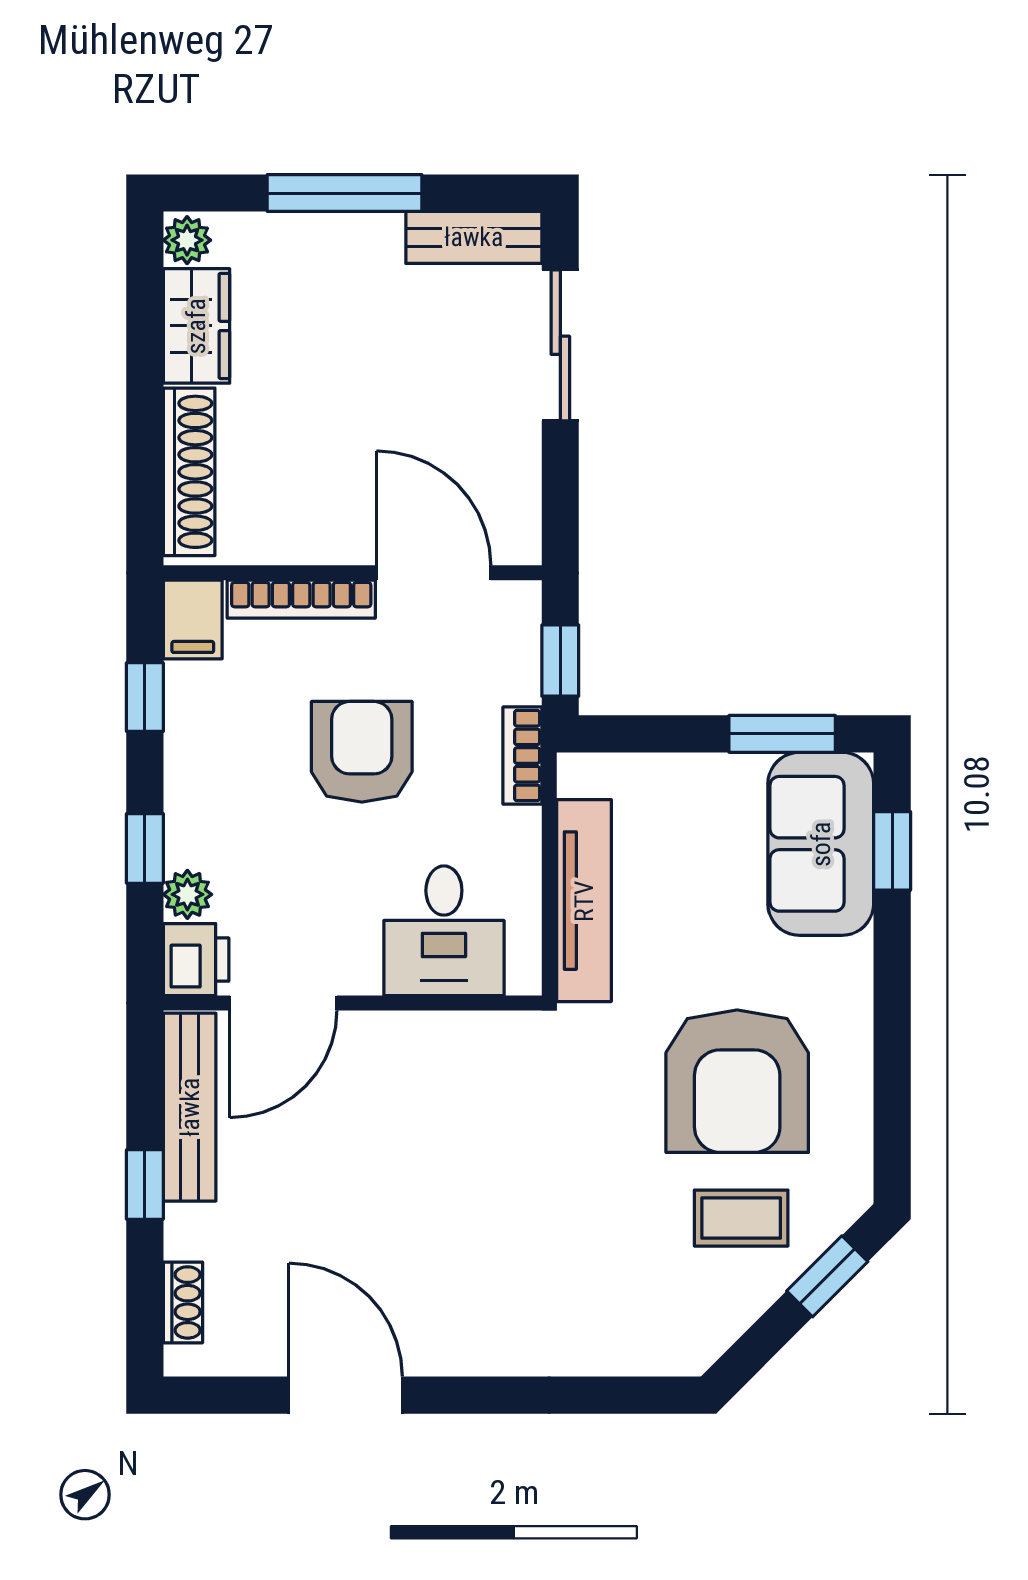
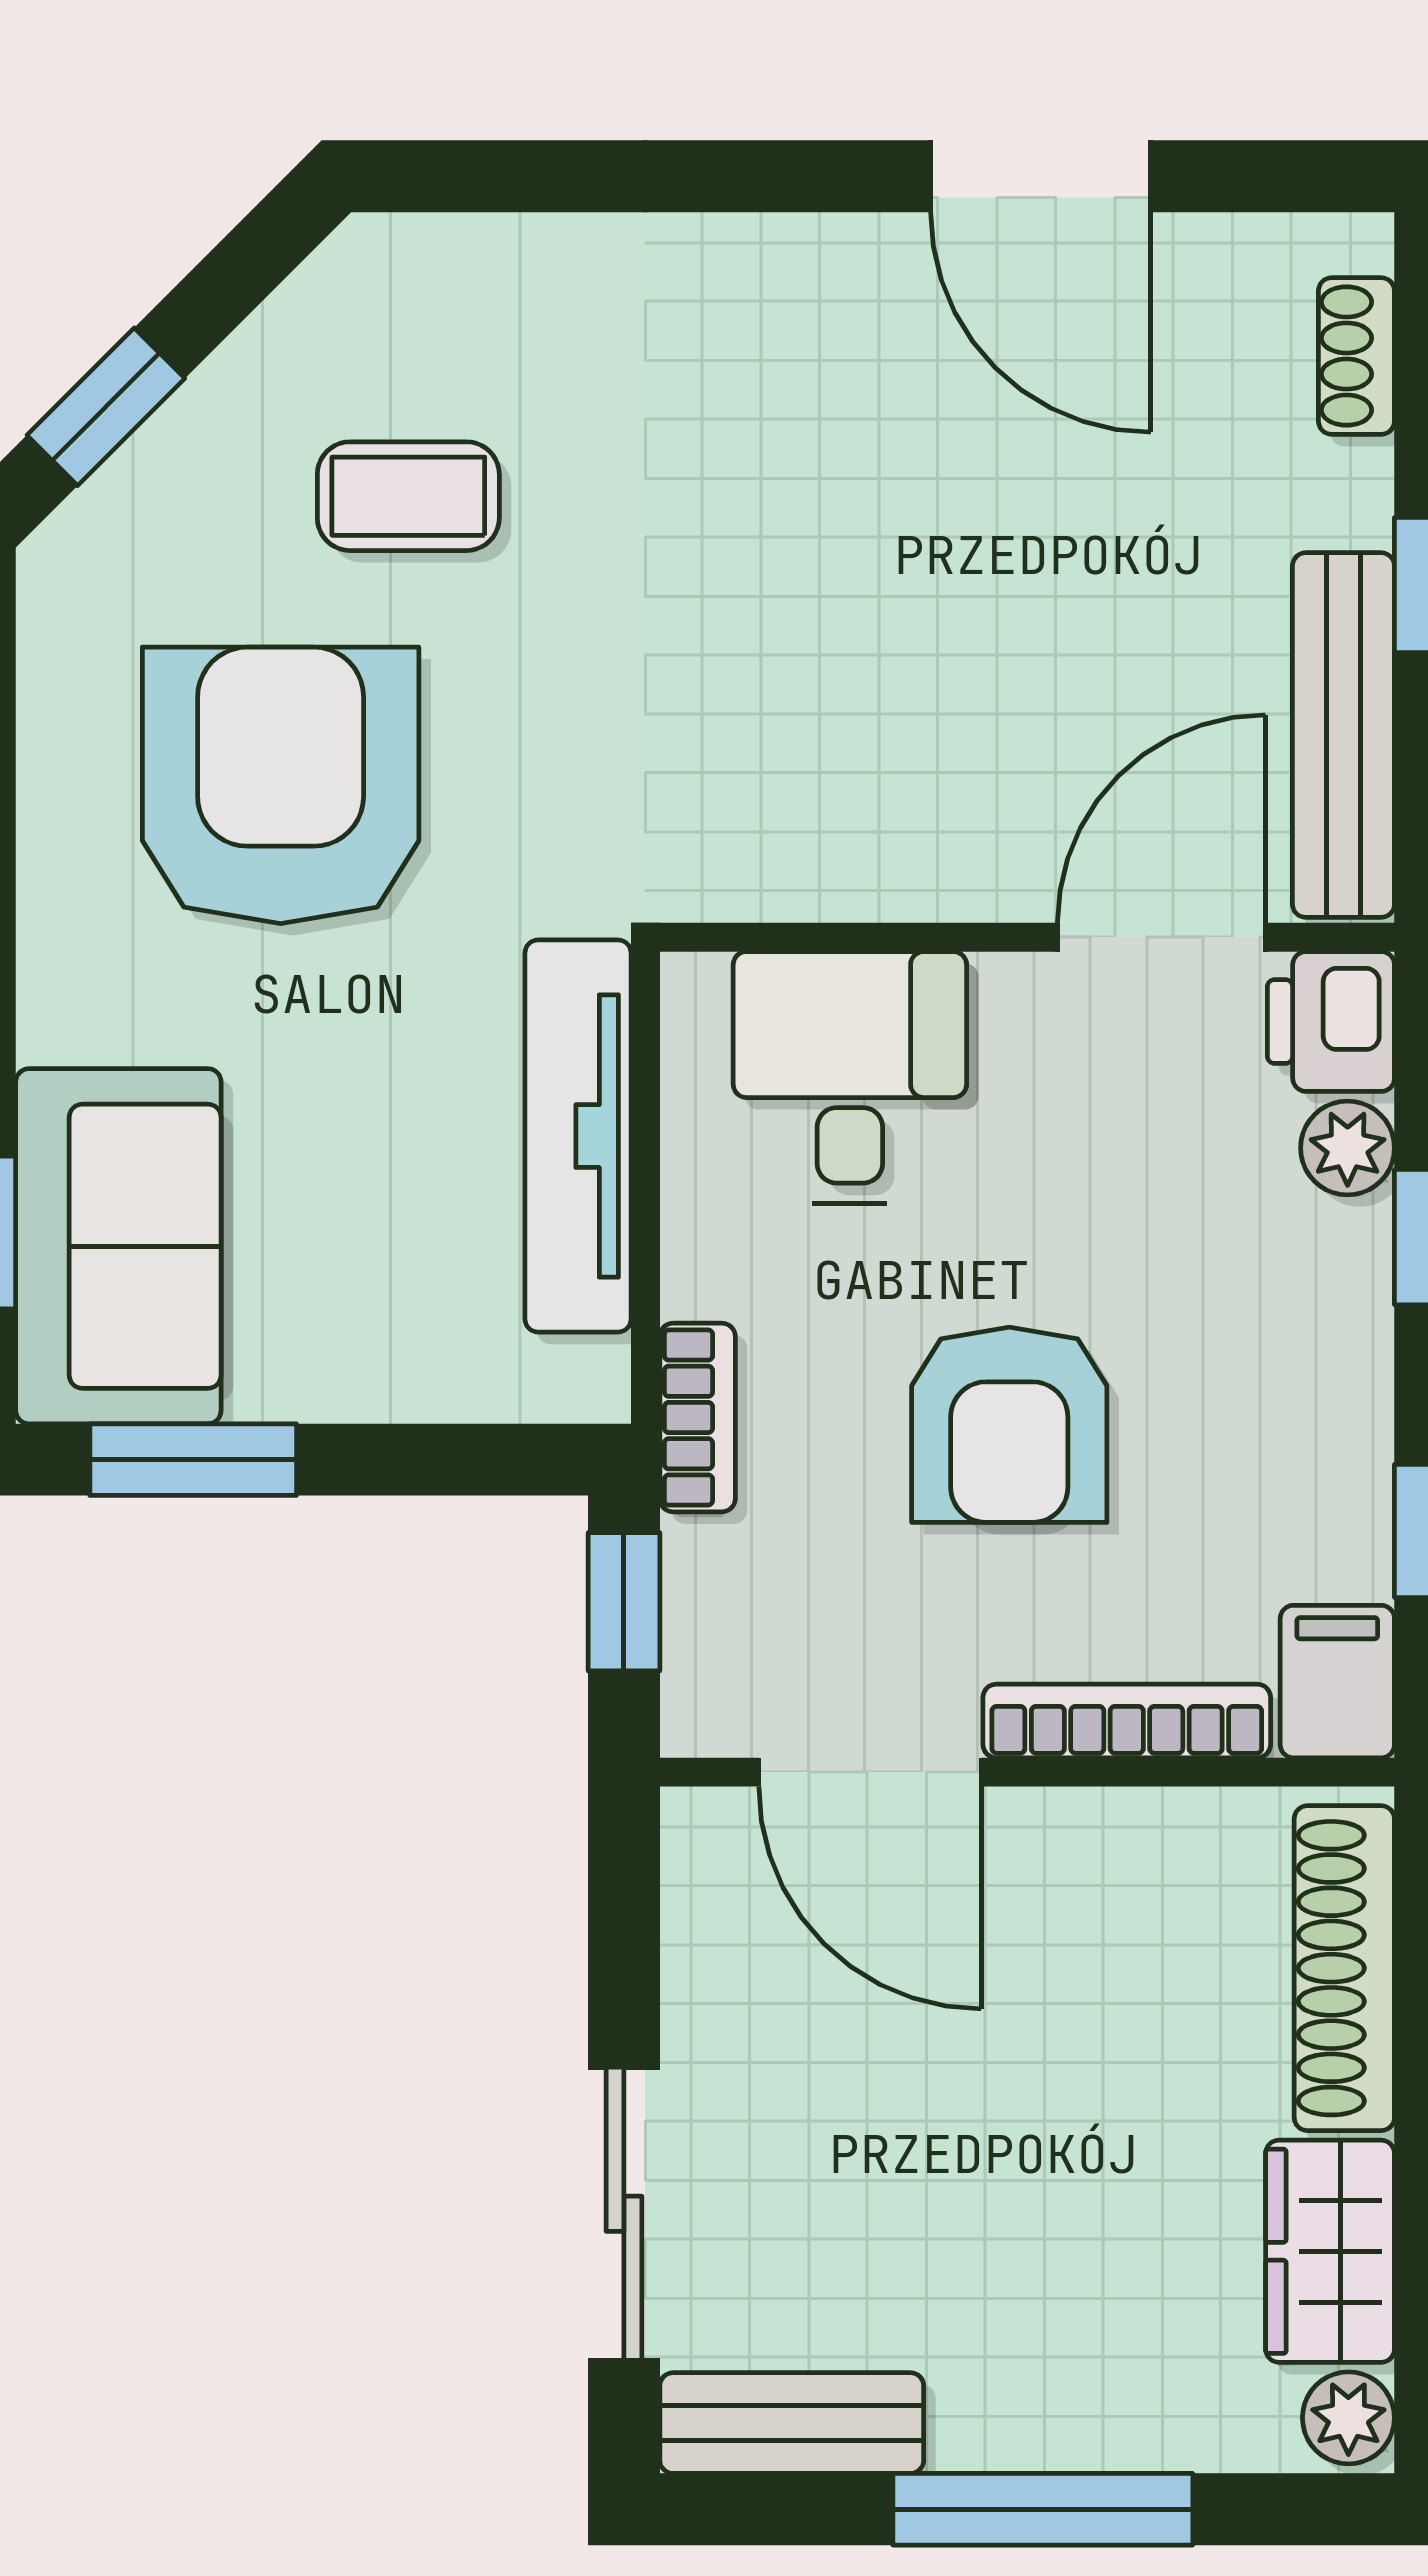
coffee table: (741, 1218) -> (408, 496), moved

